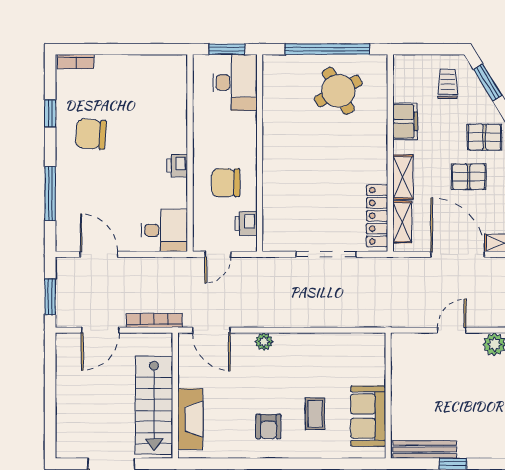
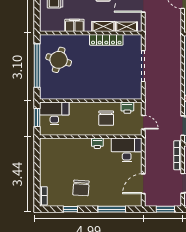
round table: (338, 91) -> (59, 60), turned 45
locker: (377, 216) -> (106, 40), moved
desk: (164, 230) -> (127, 150), width x1.37

